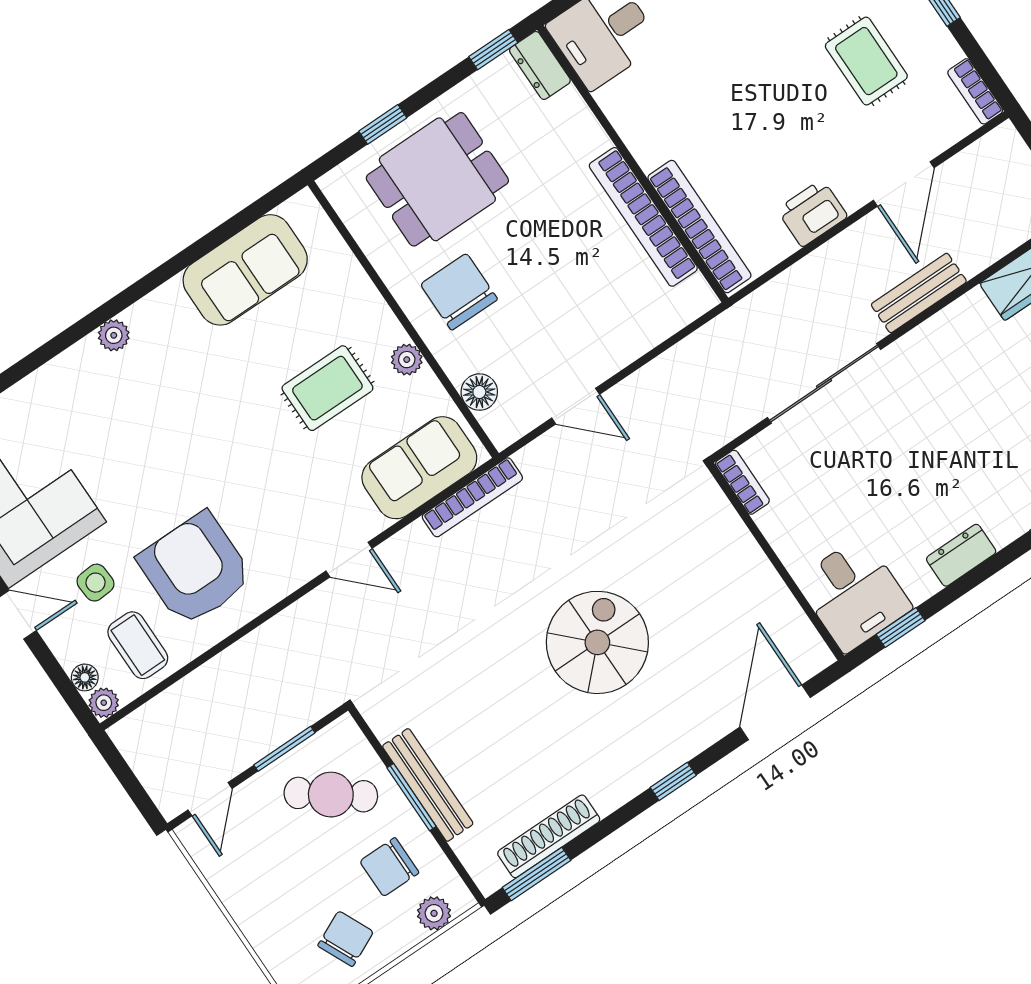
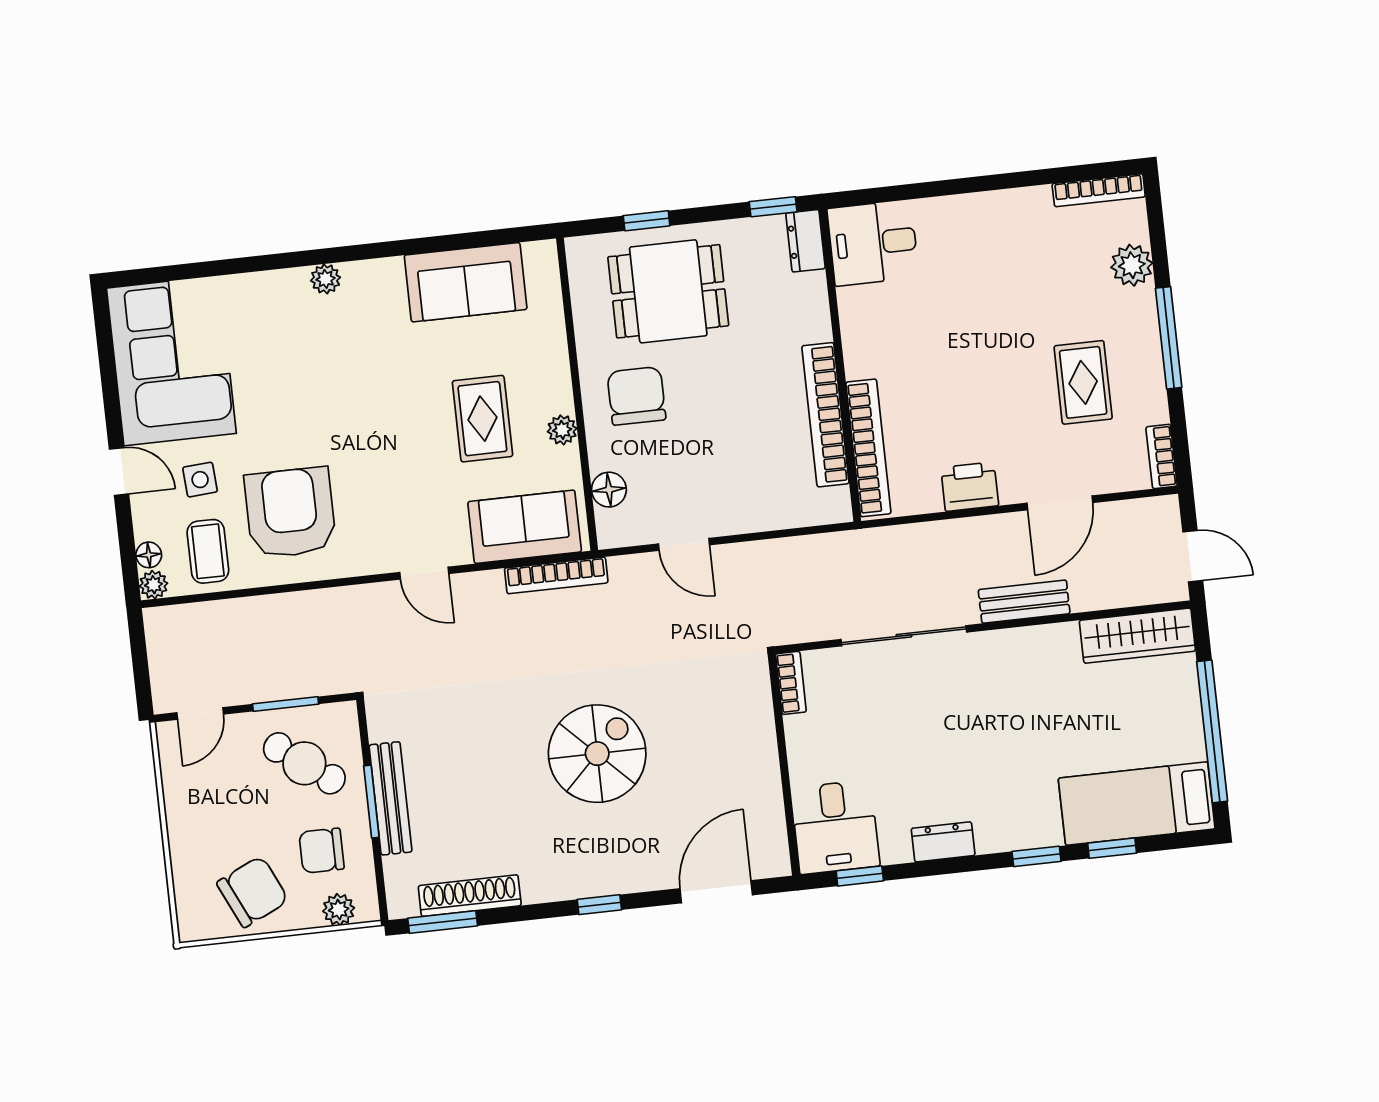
rug: (327, 388) -> (482, 419), turned 90
chair: (346, 939) -> (253, 892), width x1.37, depth x1.37

